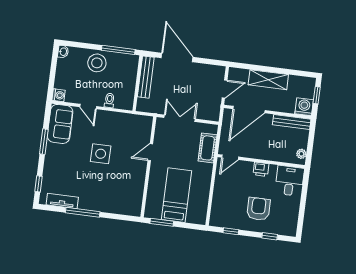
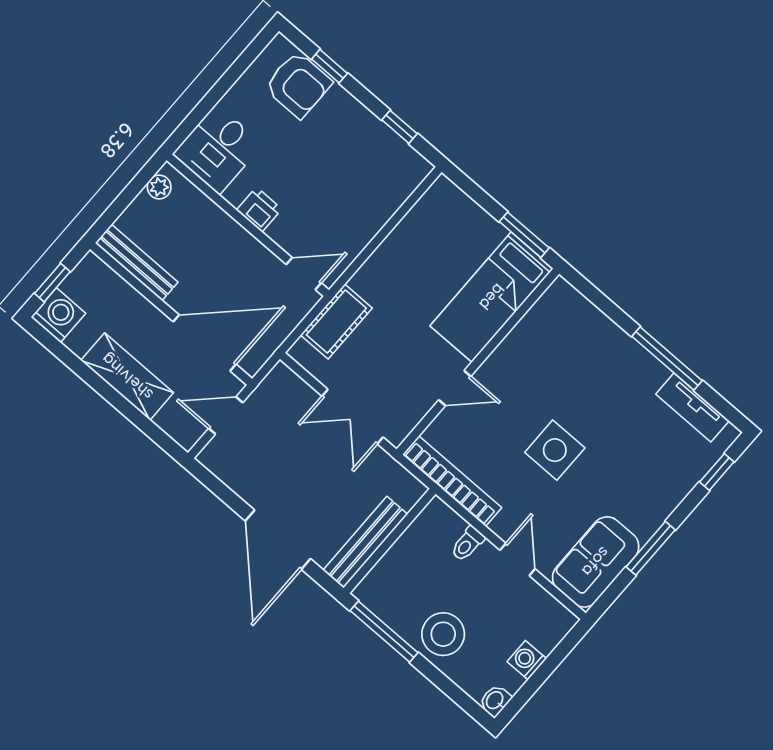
washing machine: (59, 95) -> (527, 660), moved
washing machine: (304, 107) -> (58, 315), moved, turned 180
bookcase: (130, 119) -> (452, 481), added
bed: (176, 195) -> (492, 297), moved
armchair: (258, 209) -> (298, 85), moved, turned -90

